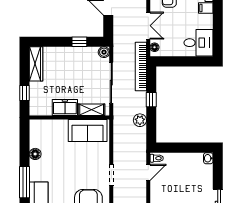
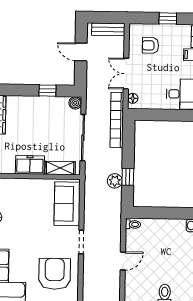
double door: (148, 26) -> (126, 74), swing flipped
window: (151, 100) -> (128, 177), moved
sofa: (88, 130) -> (67, 204), moved, turned 90
door: (148, 172) -> (123, 261), moved

